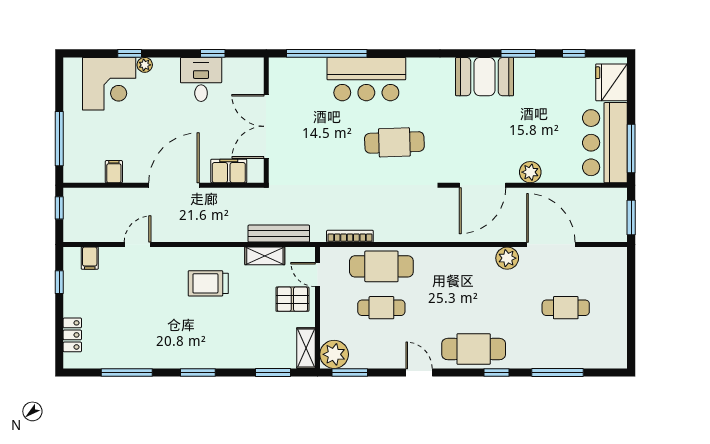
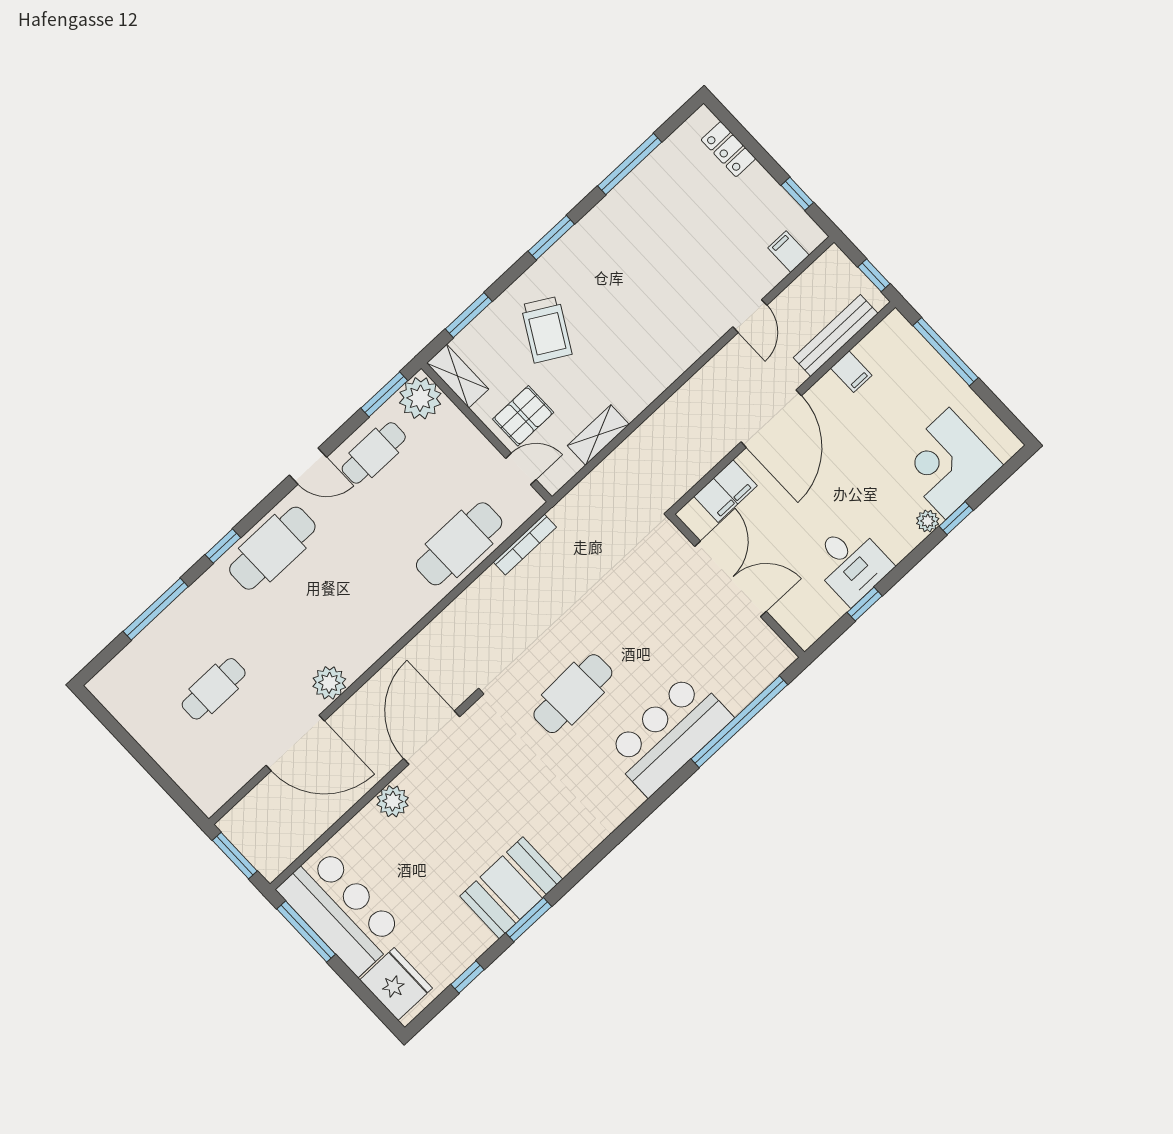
booth: (485, 77) -> (511, 888), moved
bench: (279, 234) -> (836, 336), moved
trolley: (208, 283) -> (546, 330), moved, turned 120
cafe table: (381, 308) -> (374, 453), moved

